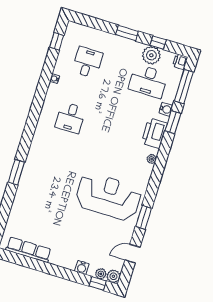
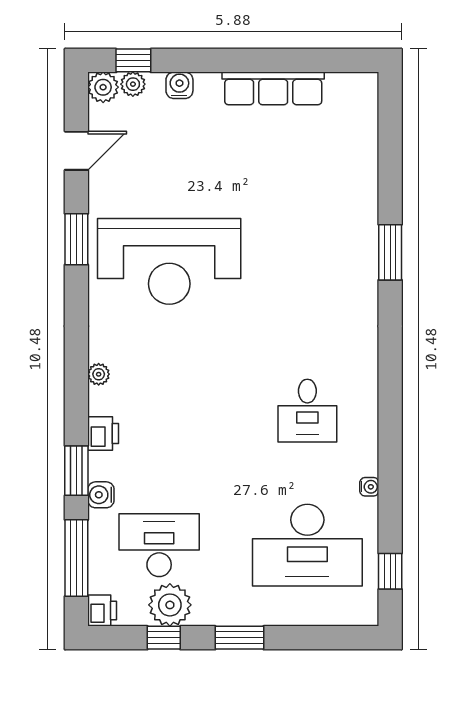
desk: (87, 62) -> (307, 545), width x1.87, depth x1.30
desk: (70, 118) -> (307, 411), turned 180
printer: (154, 133) -> (103, 434), width x0.53, depth x0.68
row of seats: (28, 250) -> (273, 88), moved

